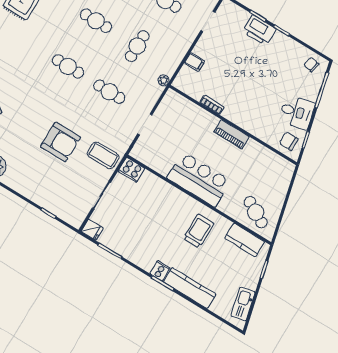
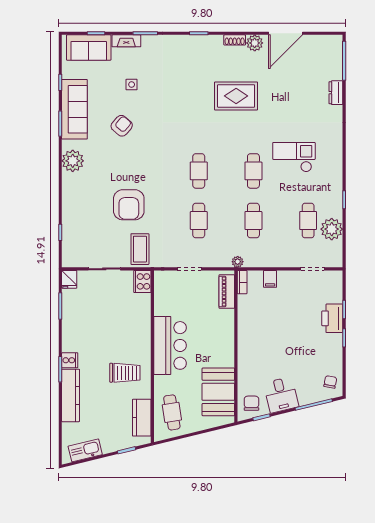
cafe table: (137, 46) -> (253, 221), turned 90
bookcase: (212, 105) -> (242, 282), moved
piano: (232, 134) -> (227, 291), moved
booth: (262, 163) -> (218, 392), added
cafe table: (256, 212) -> (172, 412), turned -38

